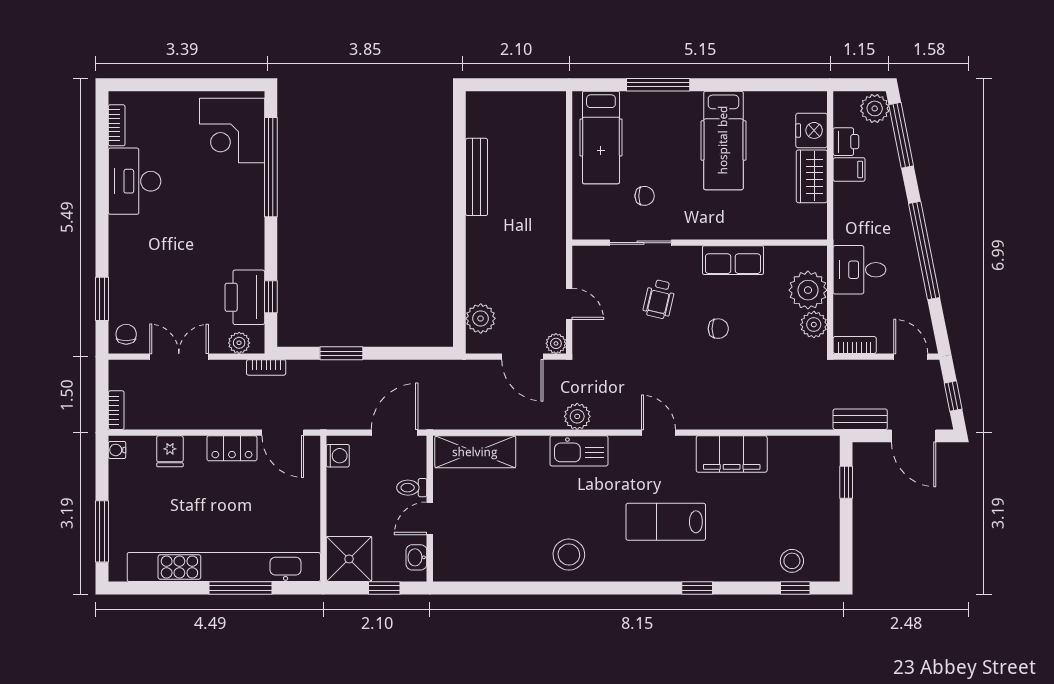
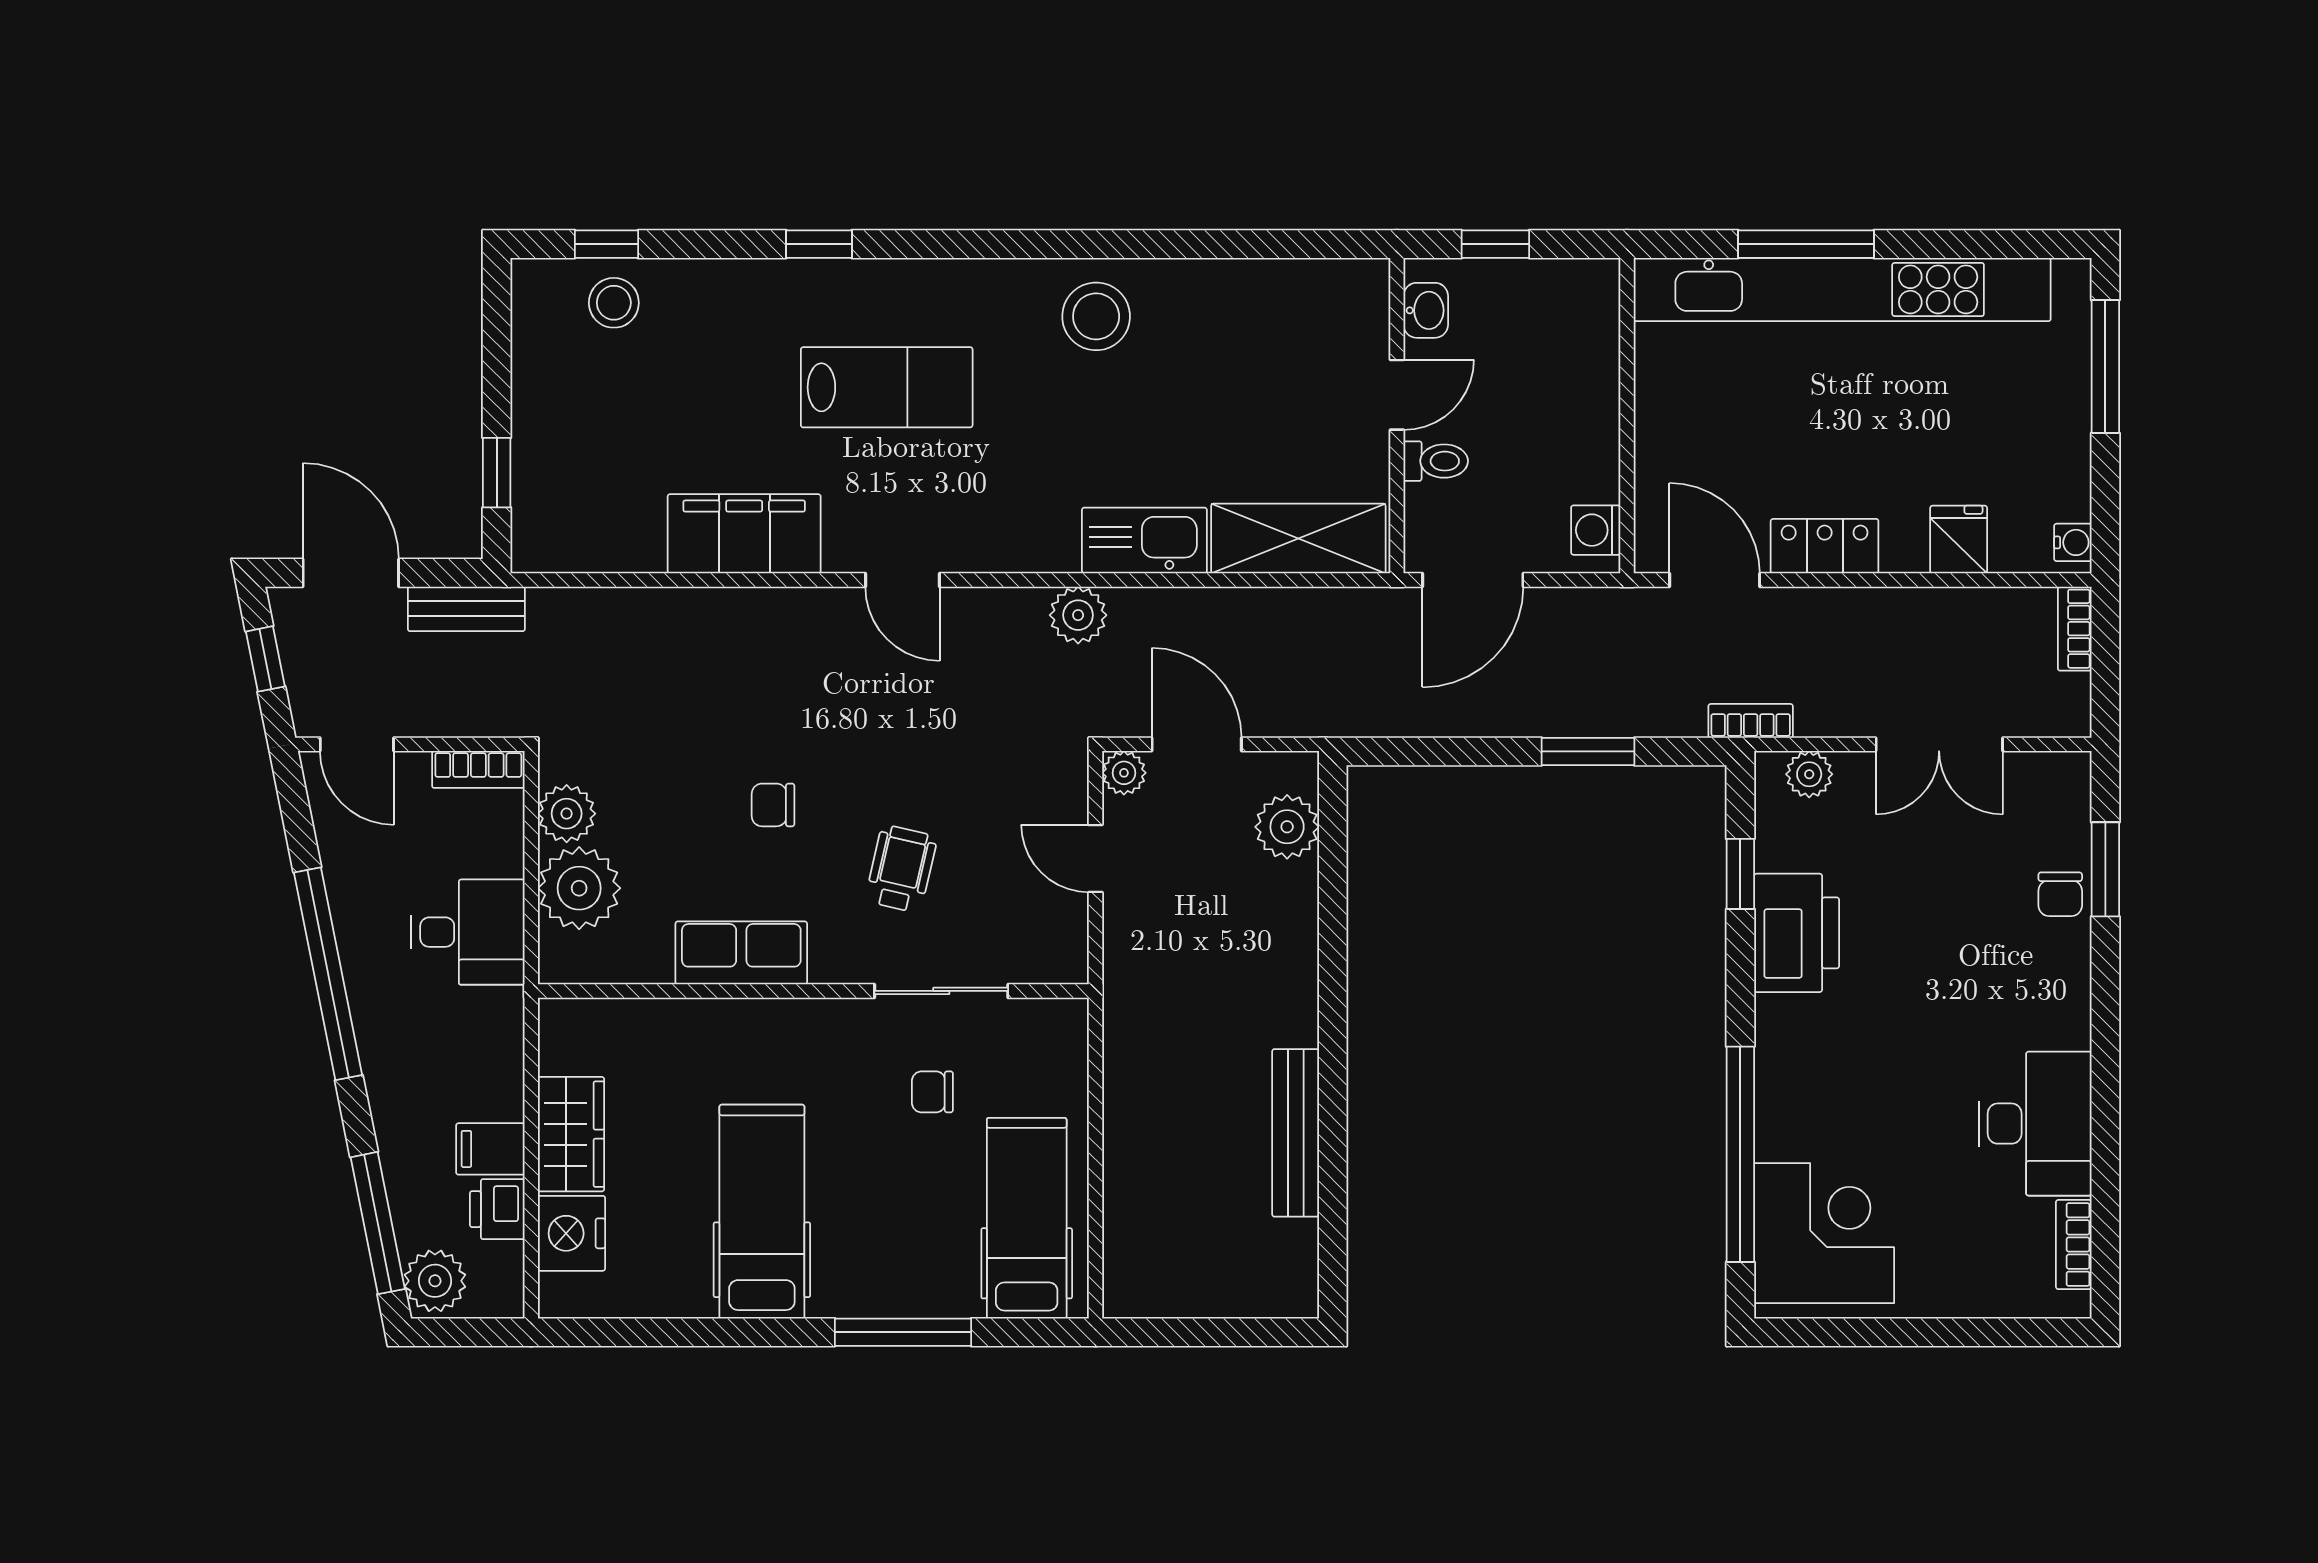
printer: (245, 297) -> (1797, 933), moved
chair: (126, 334) -> (2060, 894), moved
kitchen sink: (579, 451) -> (1144, 541), moved
shower: (349, 559) -> (1571, 307), removed

